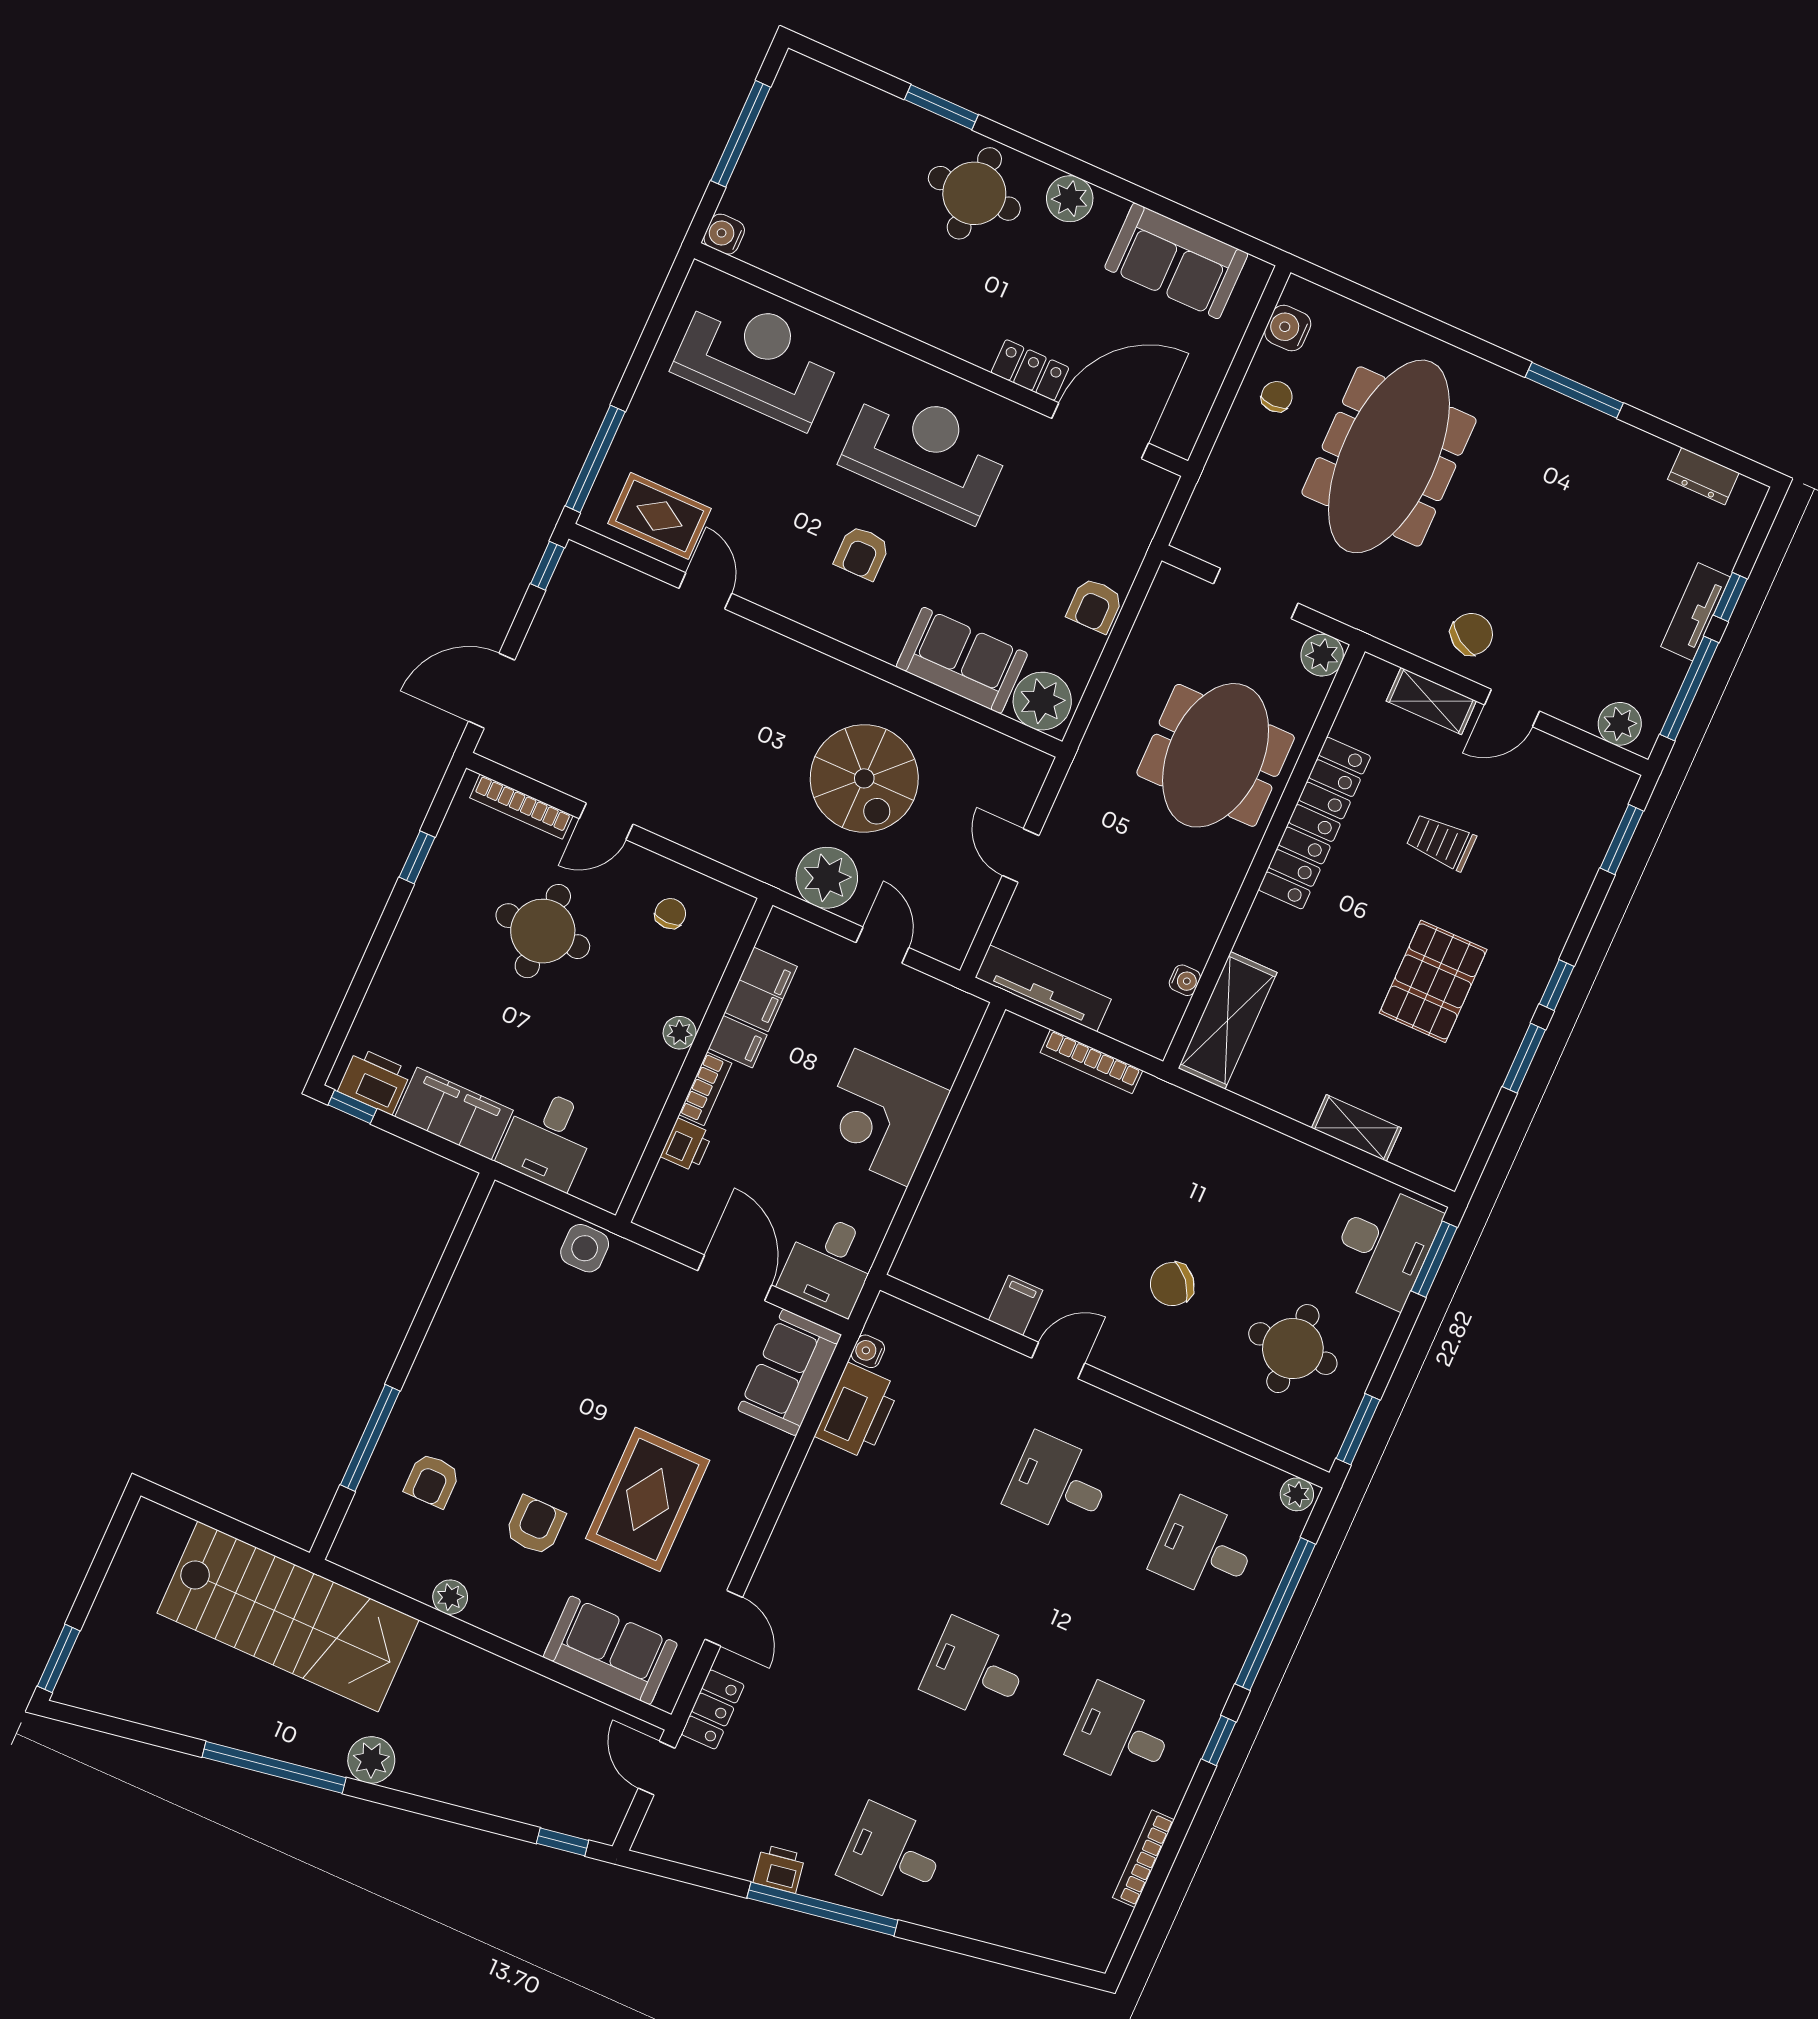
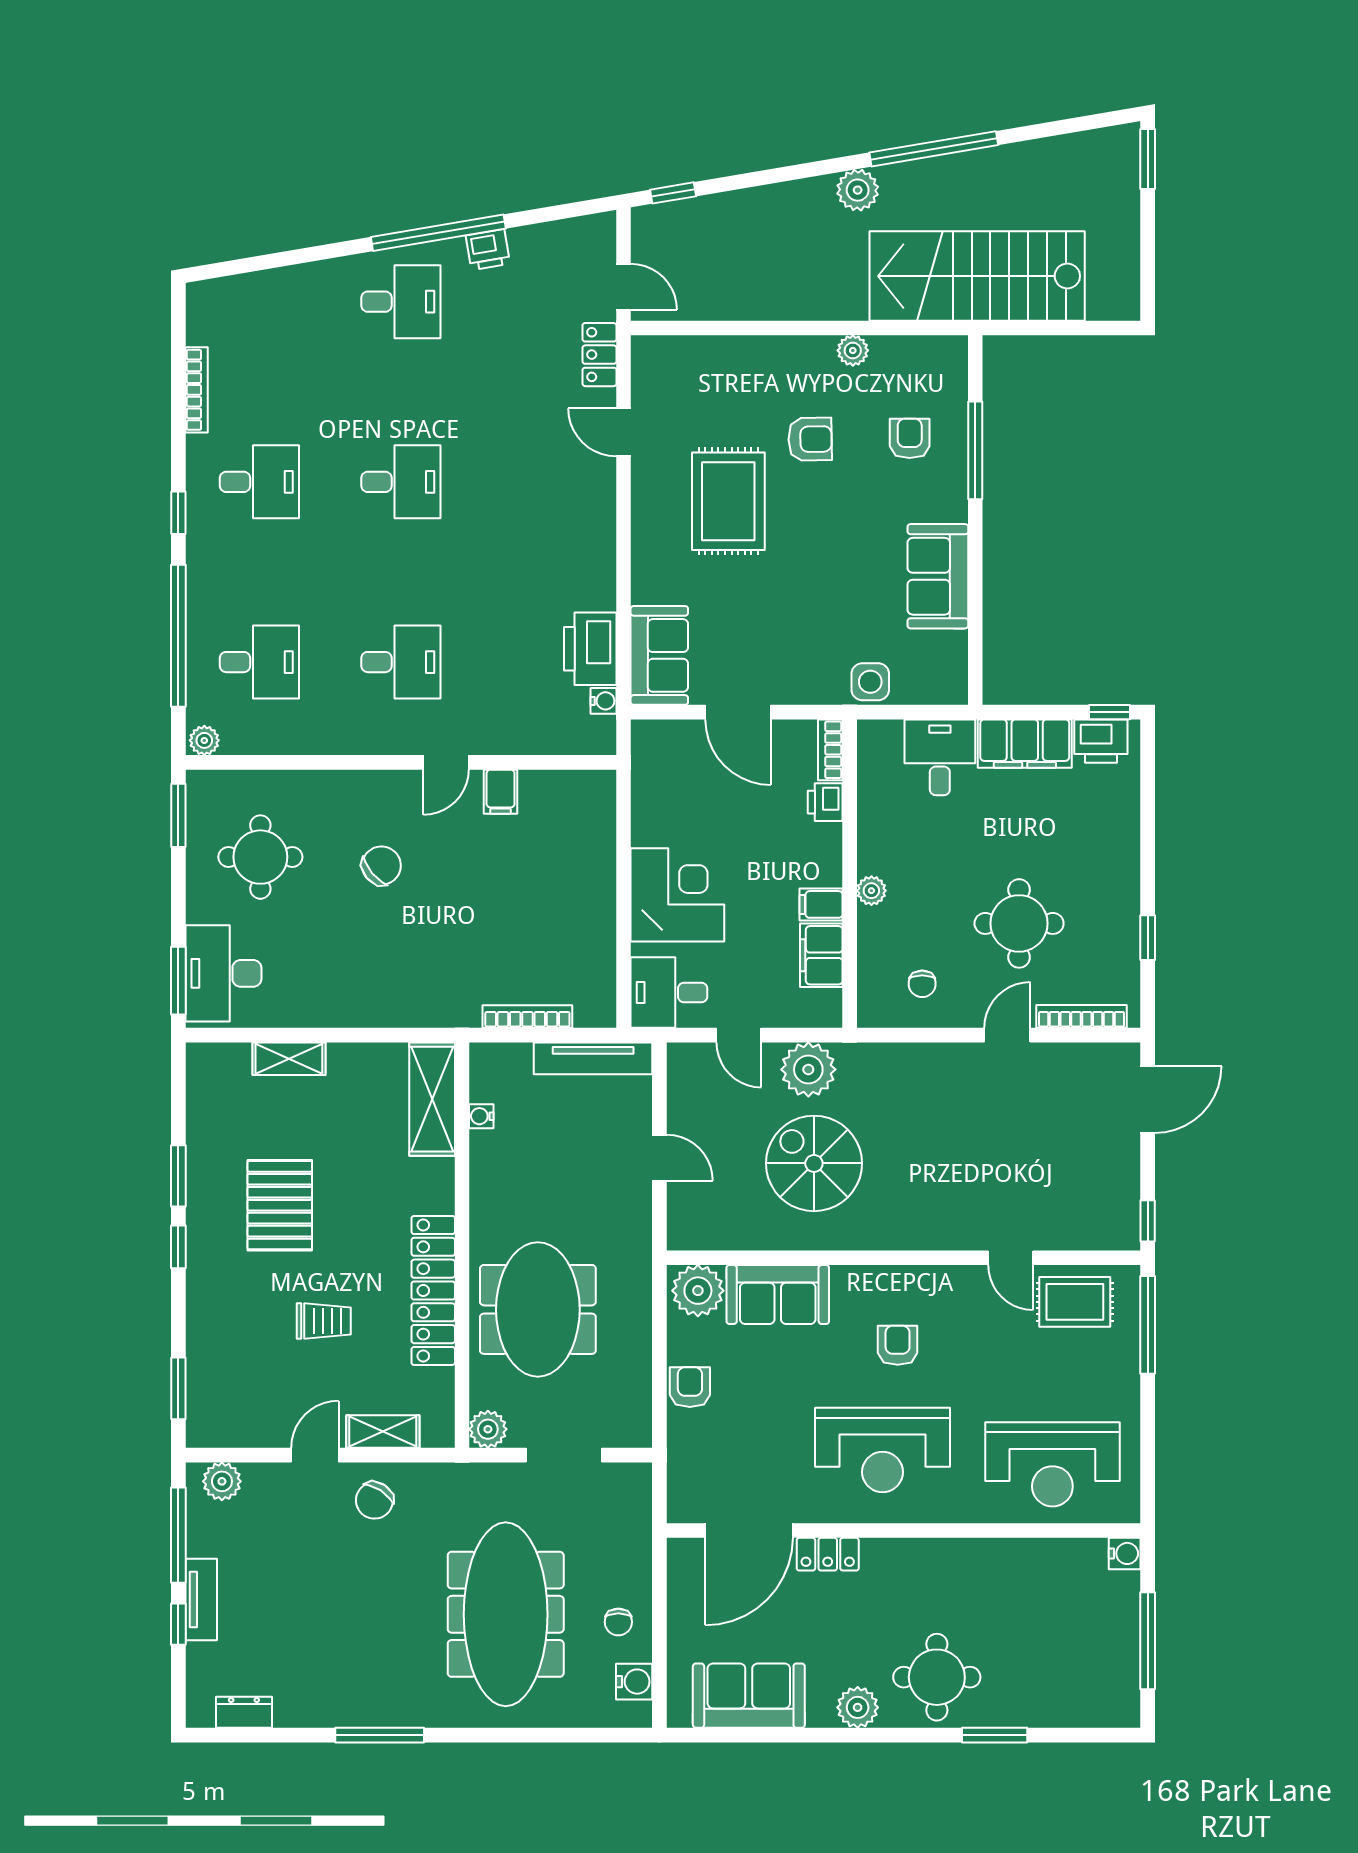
bookcase: (705, 1089) -> (830, 750), moved
desk: (829, 1264) -> (669, 992), moved, turned -90
armchair: (535, 1526) -> (810, 439), turned -91
sofa: (610, 1650) -> (938, 576), moved, turned 90

